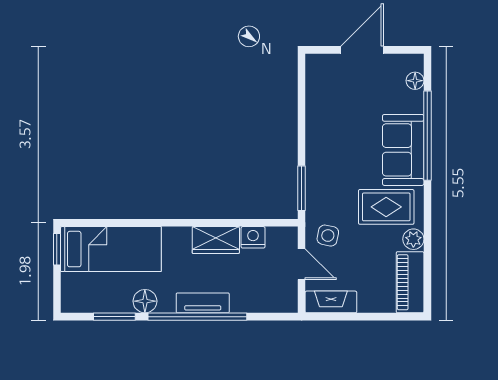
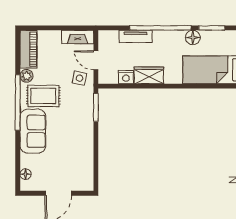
window: (427, 136) -> (18, 103), moved
tv unit: (203, 303) -> (136, 36), moved

